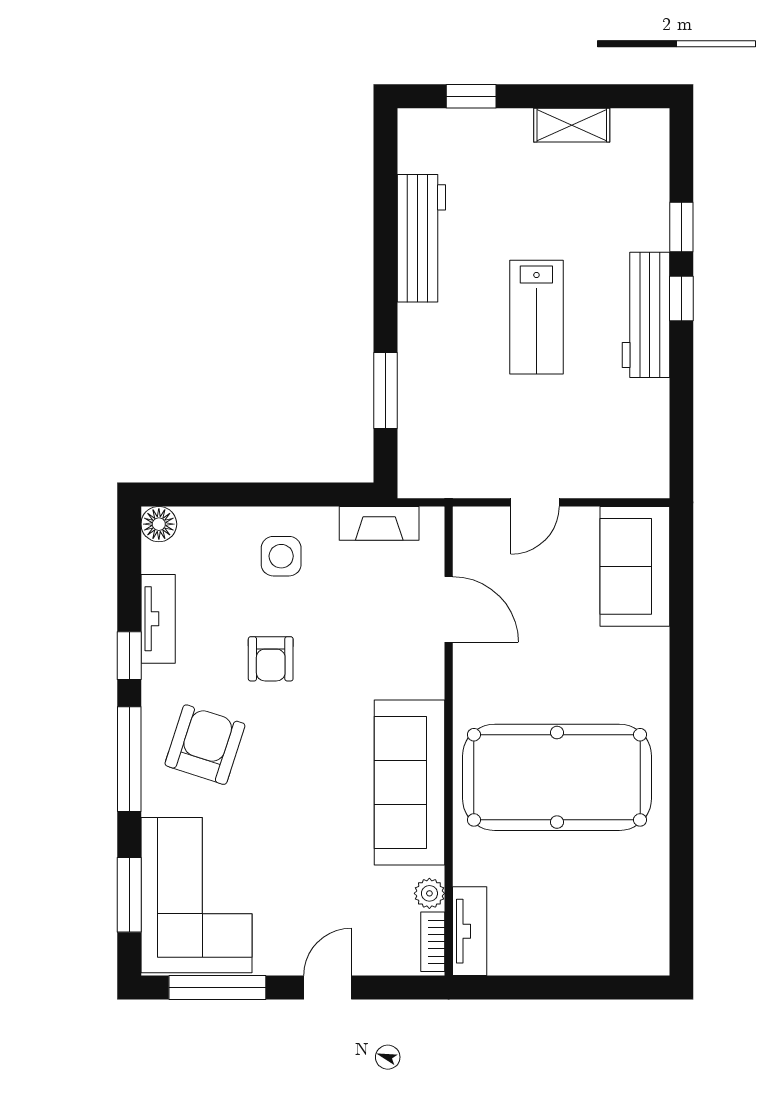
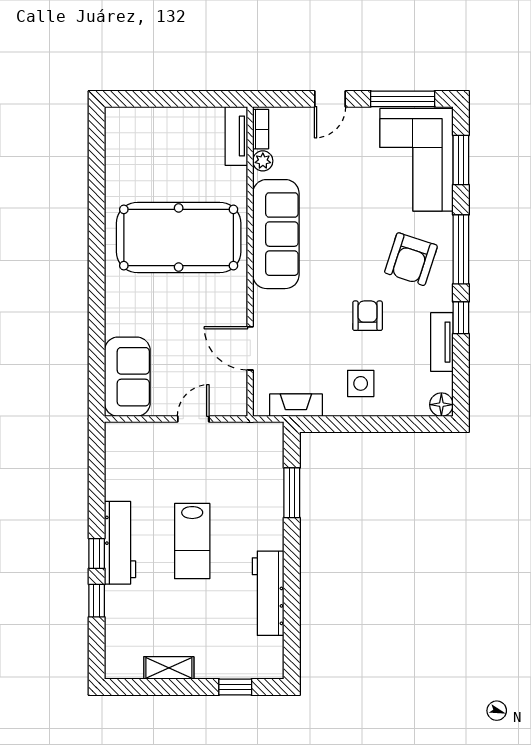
lab bench: (536, 317) -> (192, 541), turned 180

